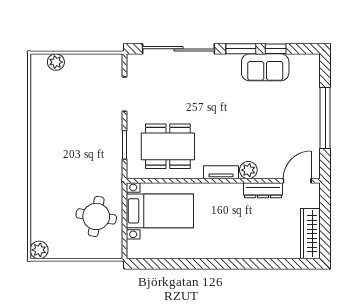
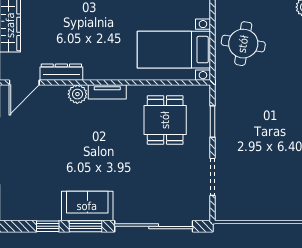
plant: (56, 62) -> (287, 212), removed
sofa: (265, 67) -> (87, 206), moved
dining table: (168, 146) -> (165, 120), width x0.73

